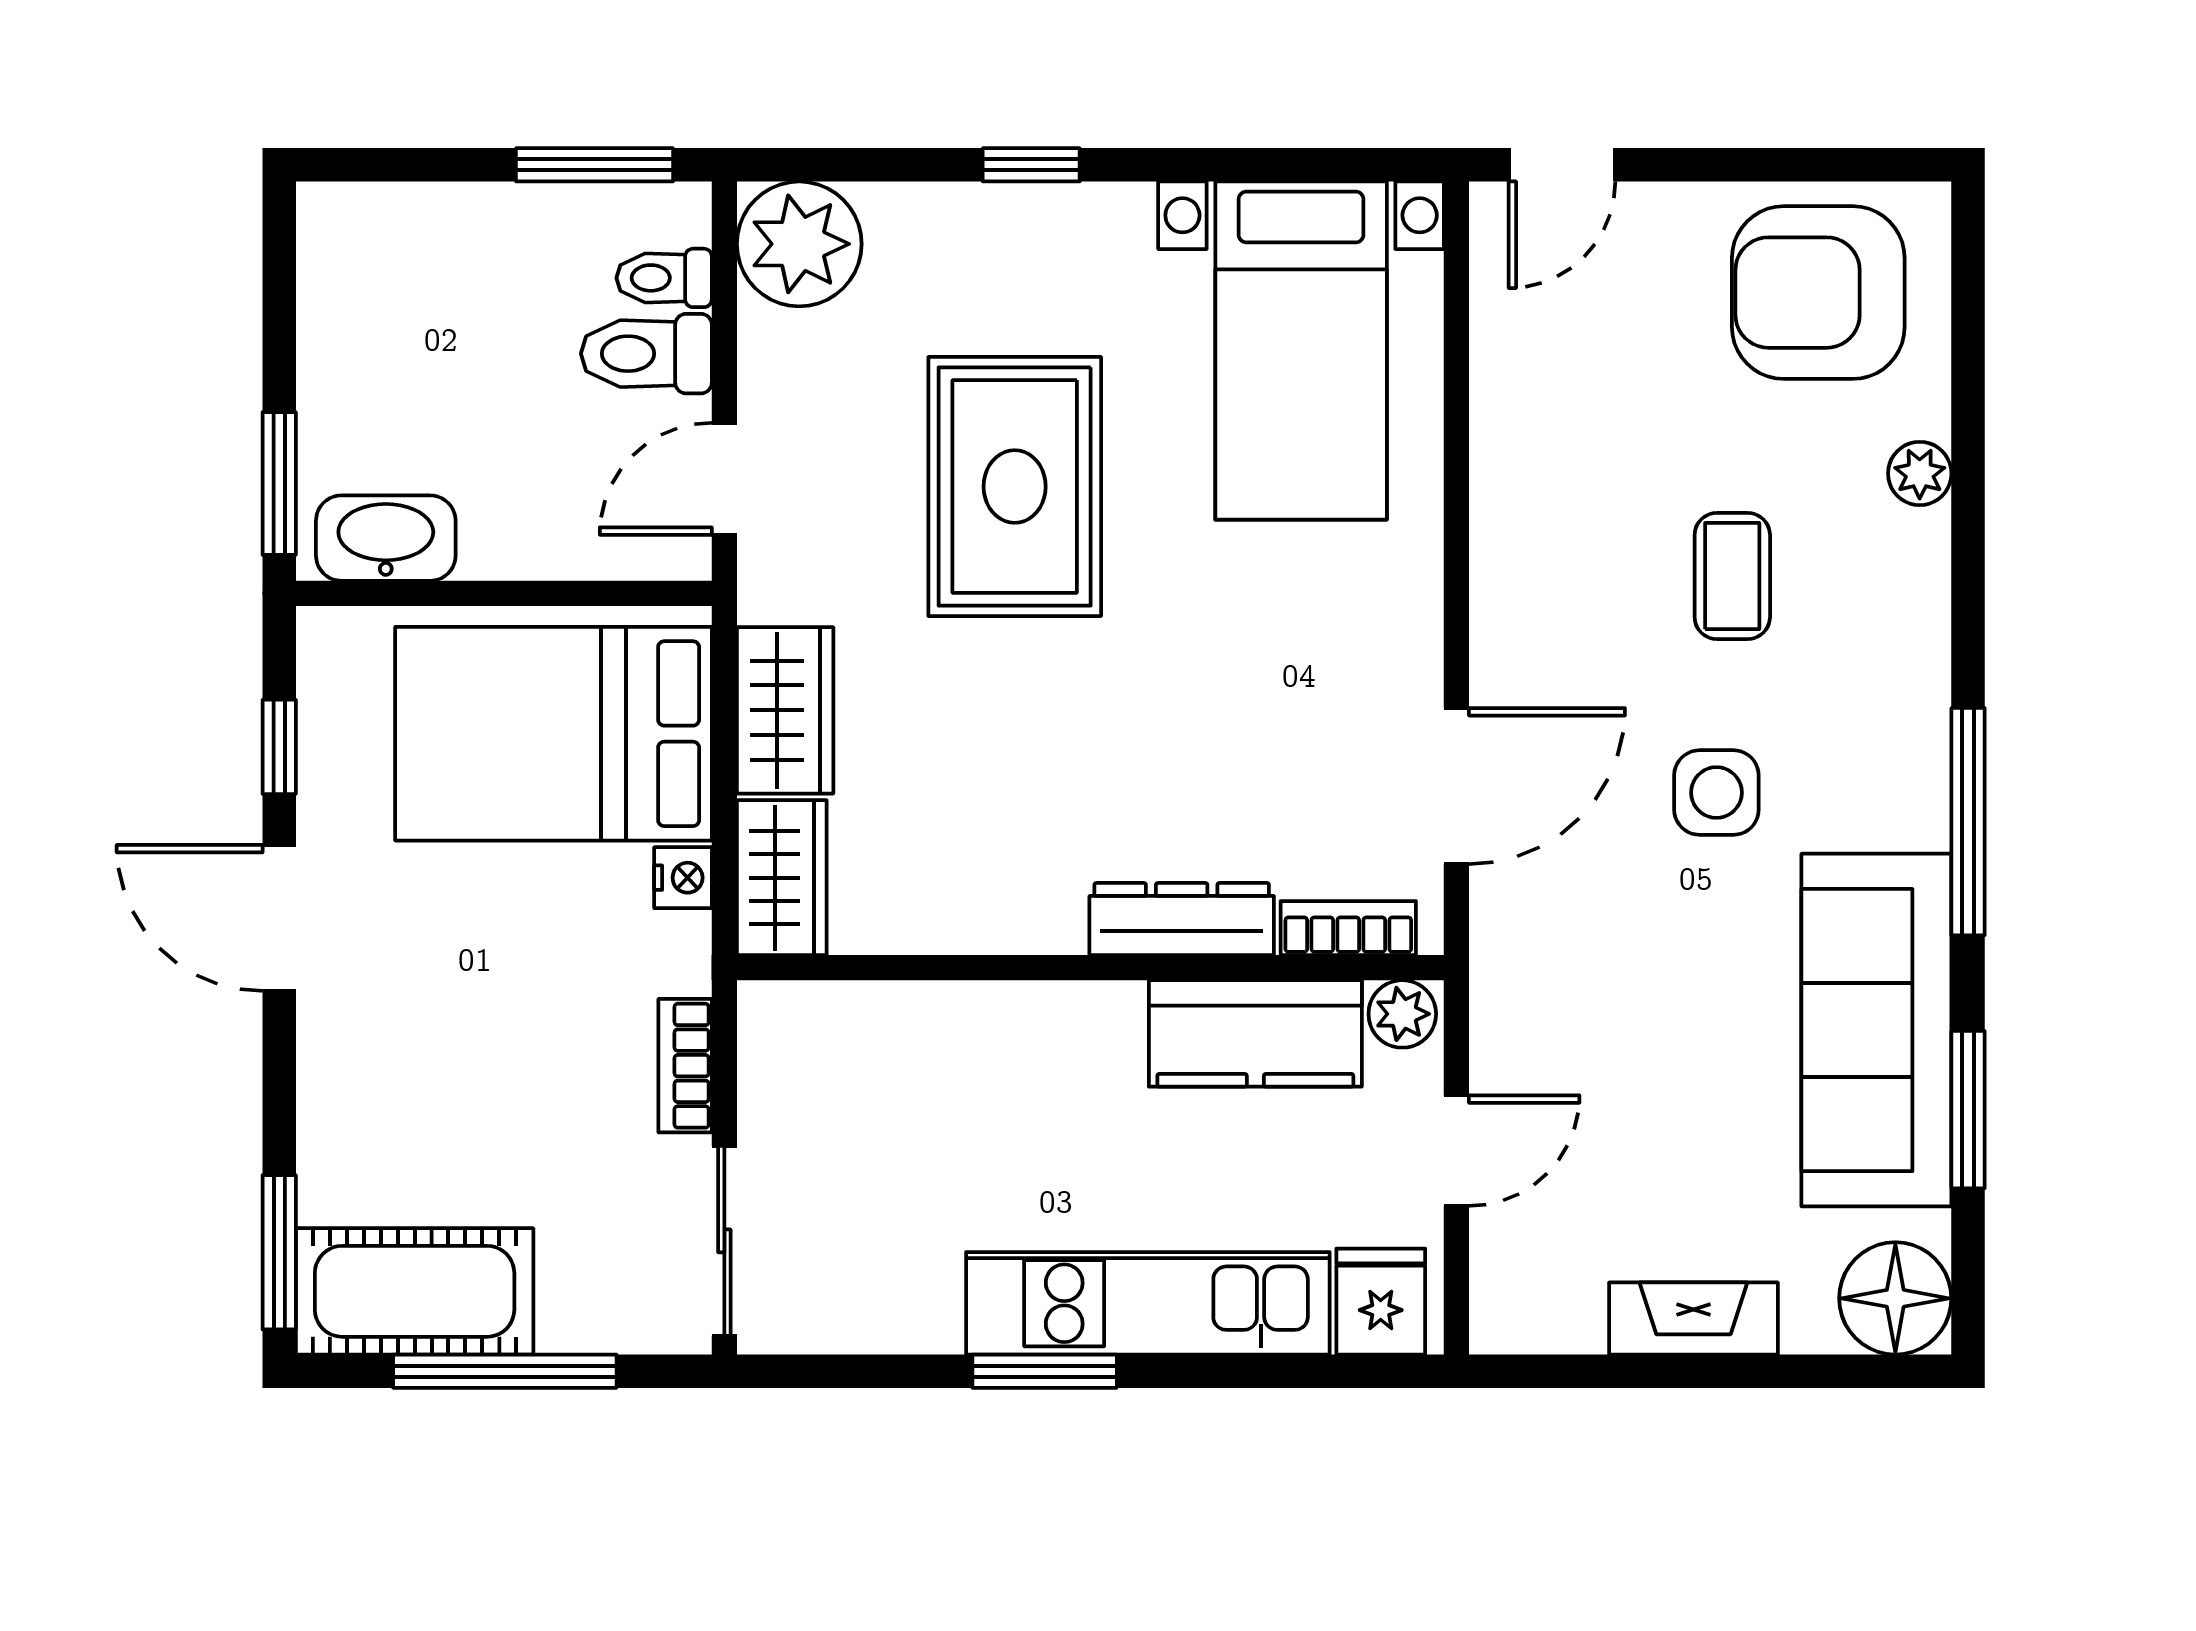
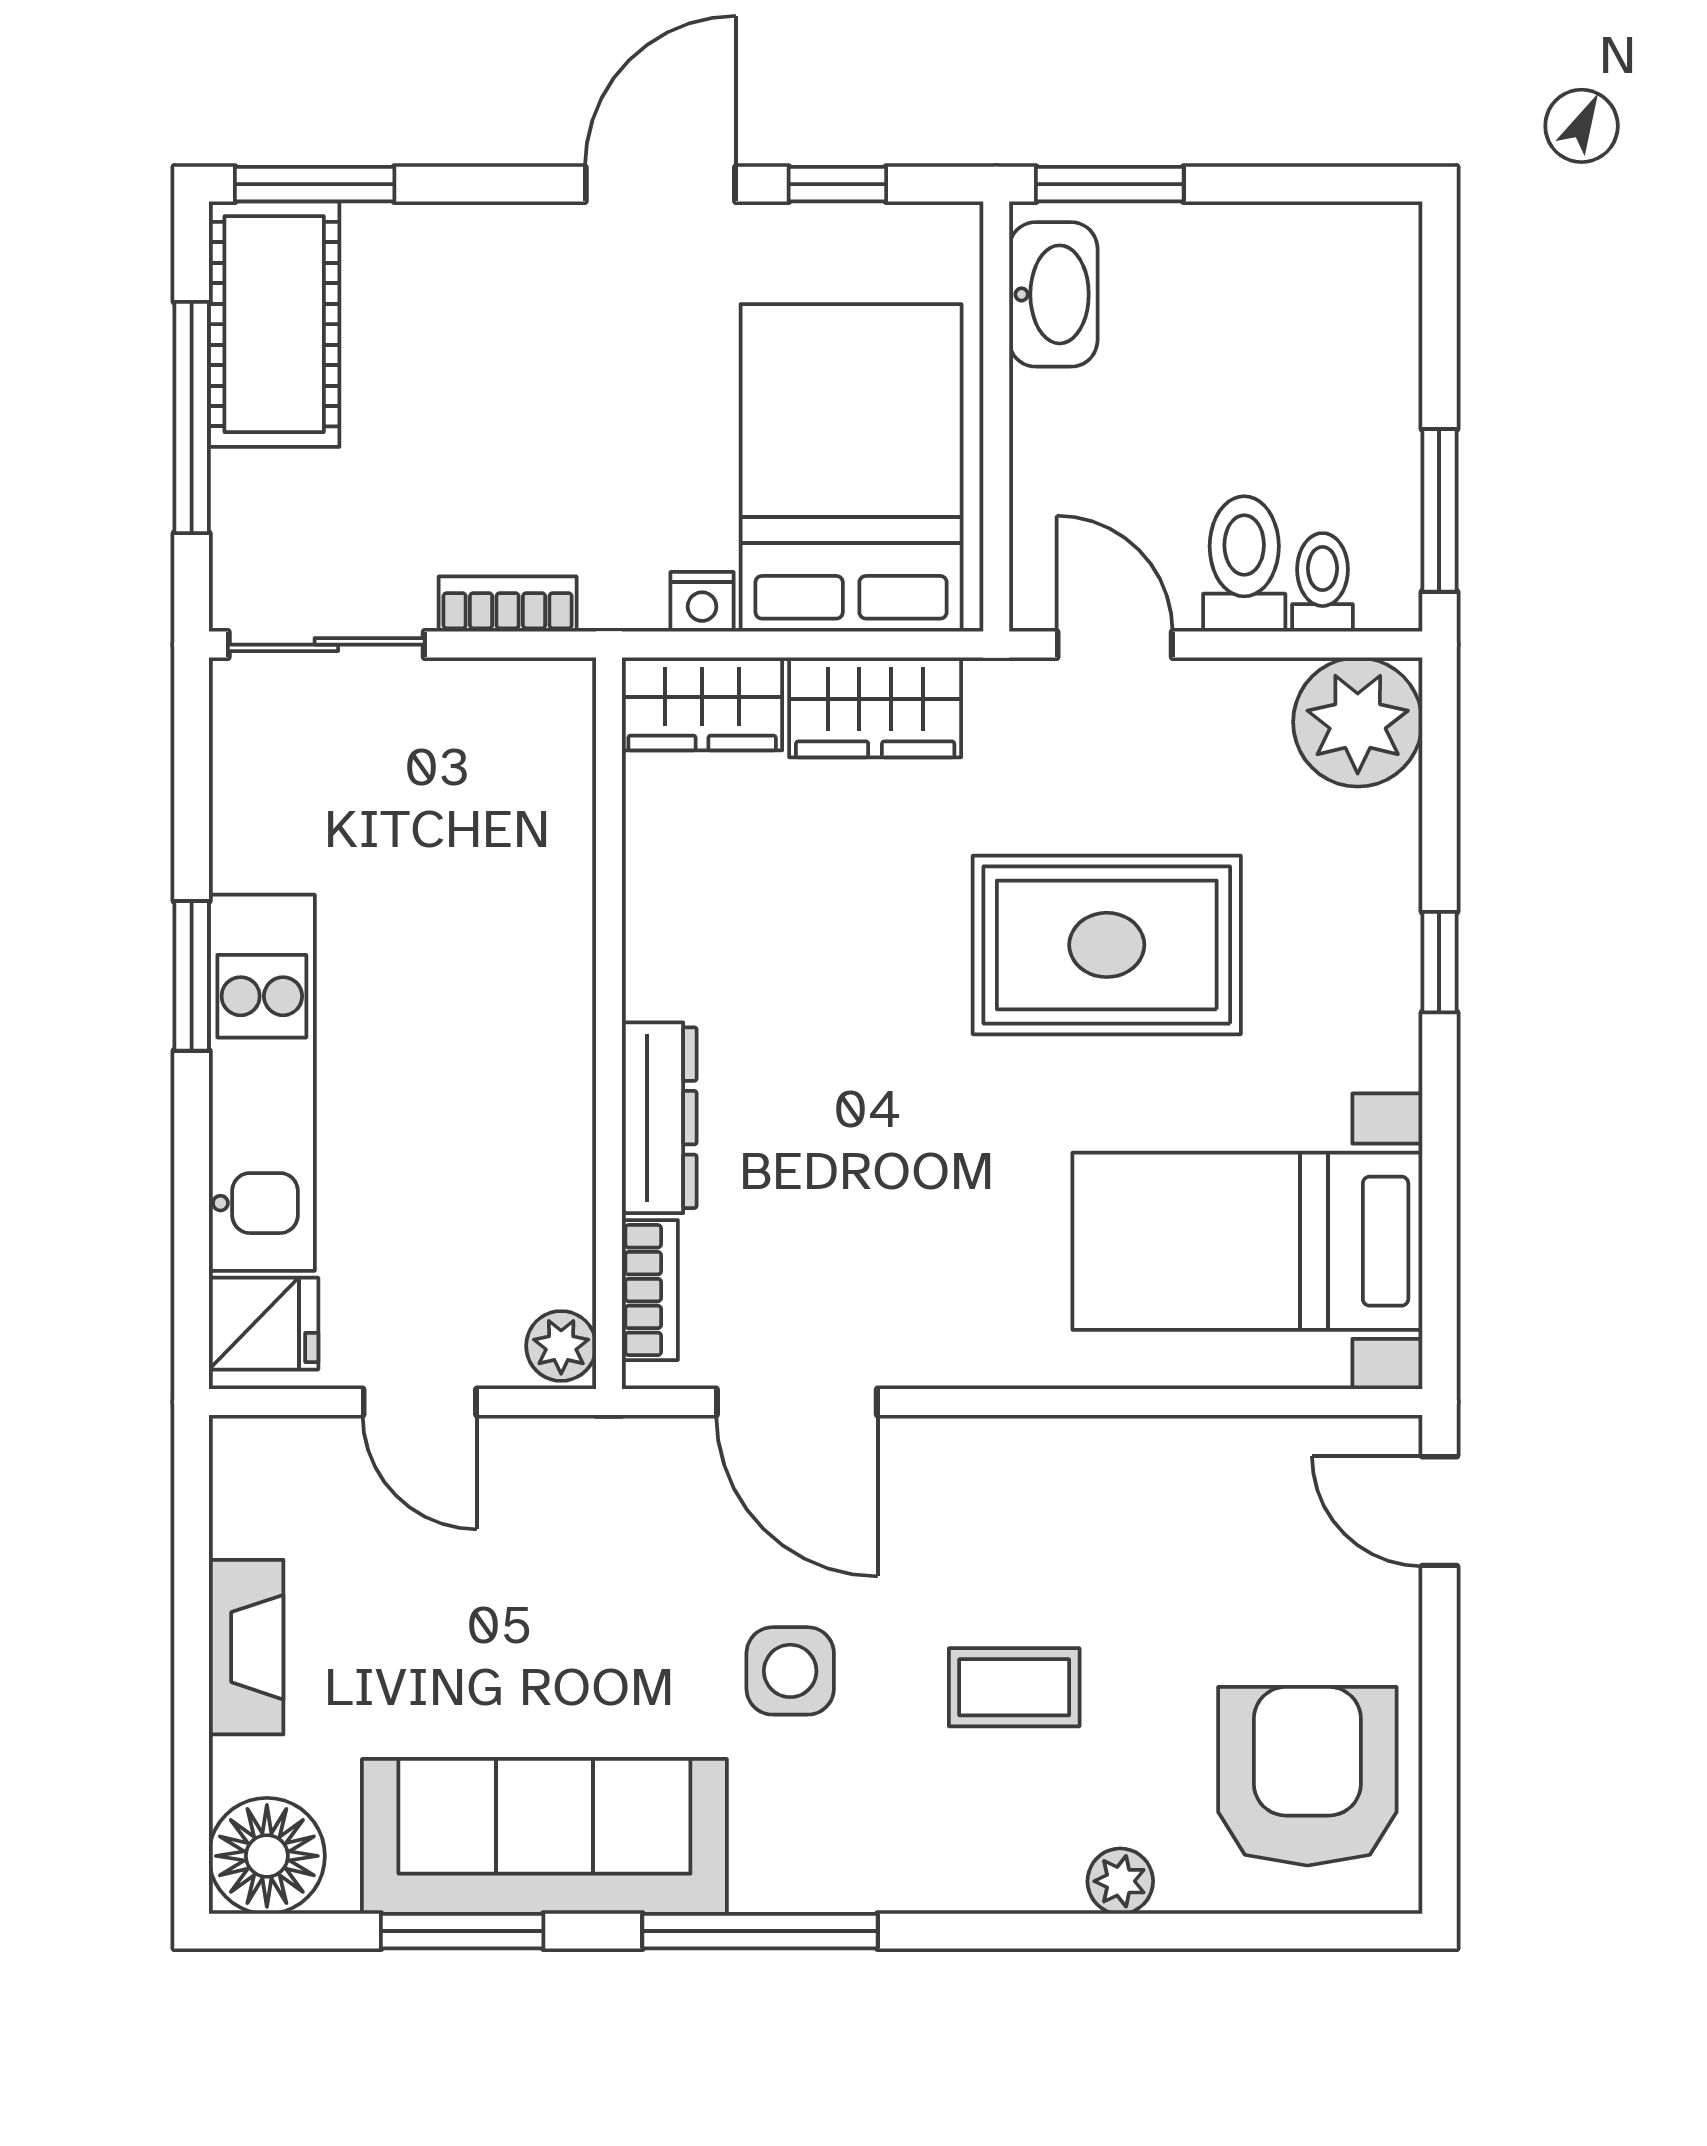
kitchen counter: (1255, 1033) -> (541, 1194), removed

